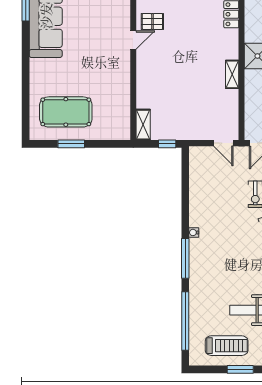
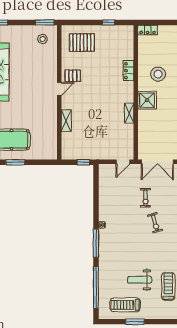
shelving: (143, 125) -> (66, 121), moved
door: (223, 143) -> (123, 162), hinge flipped
treadmill: (227, 346) -> (125, 305), turned 180

